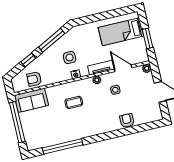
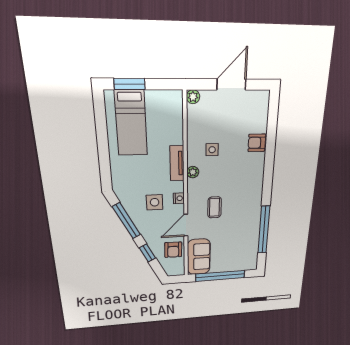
window: (148, 38) -> (130, 84), moved
door: (123, 68) -> (186, 225), moved

